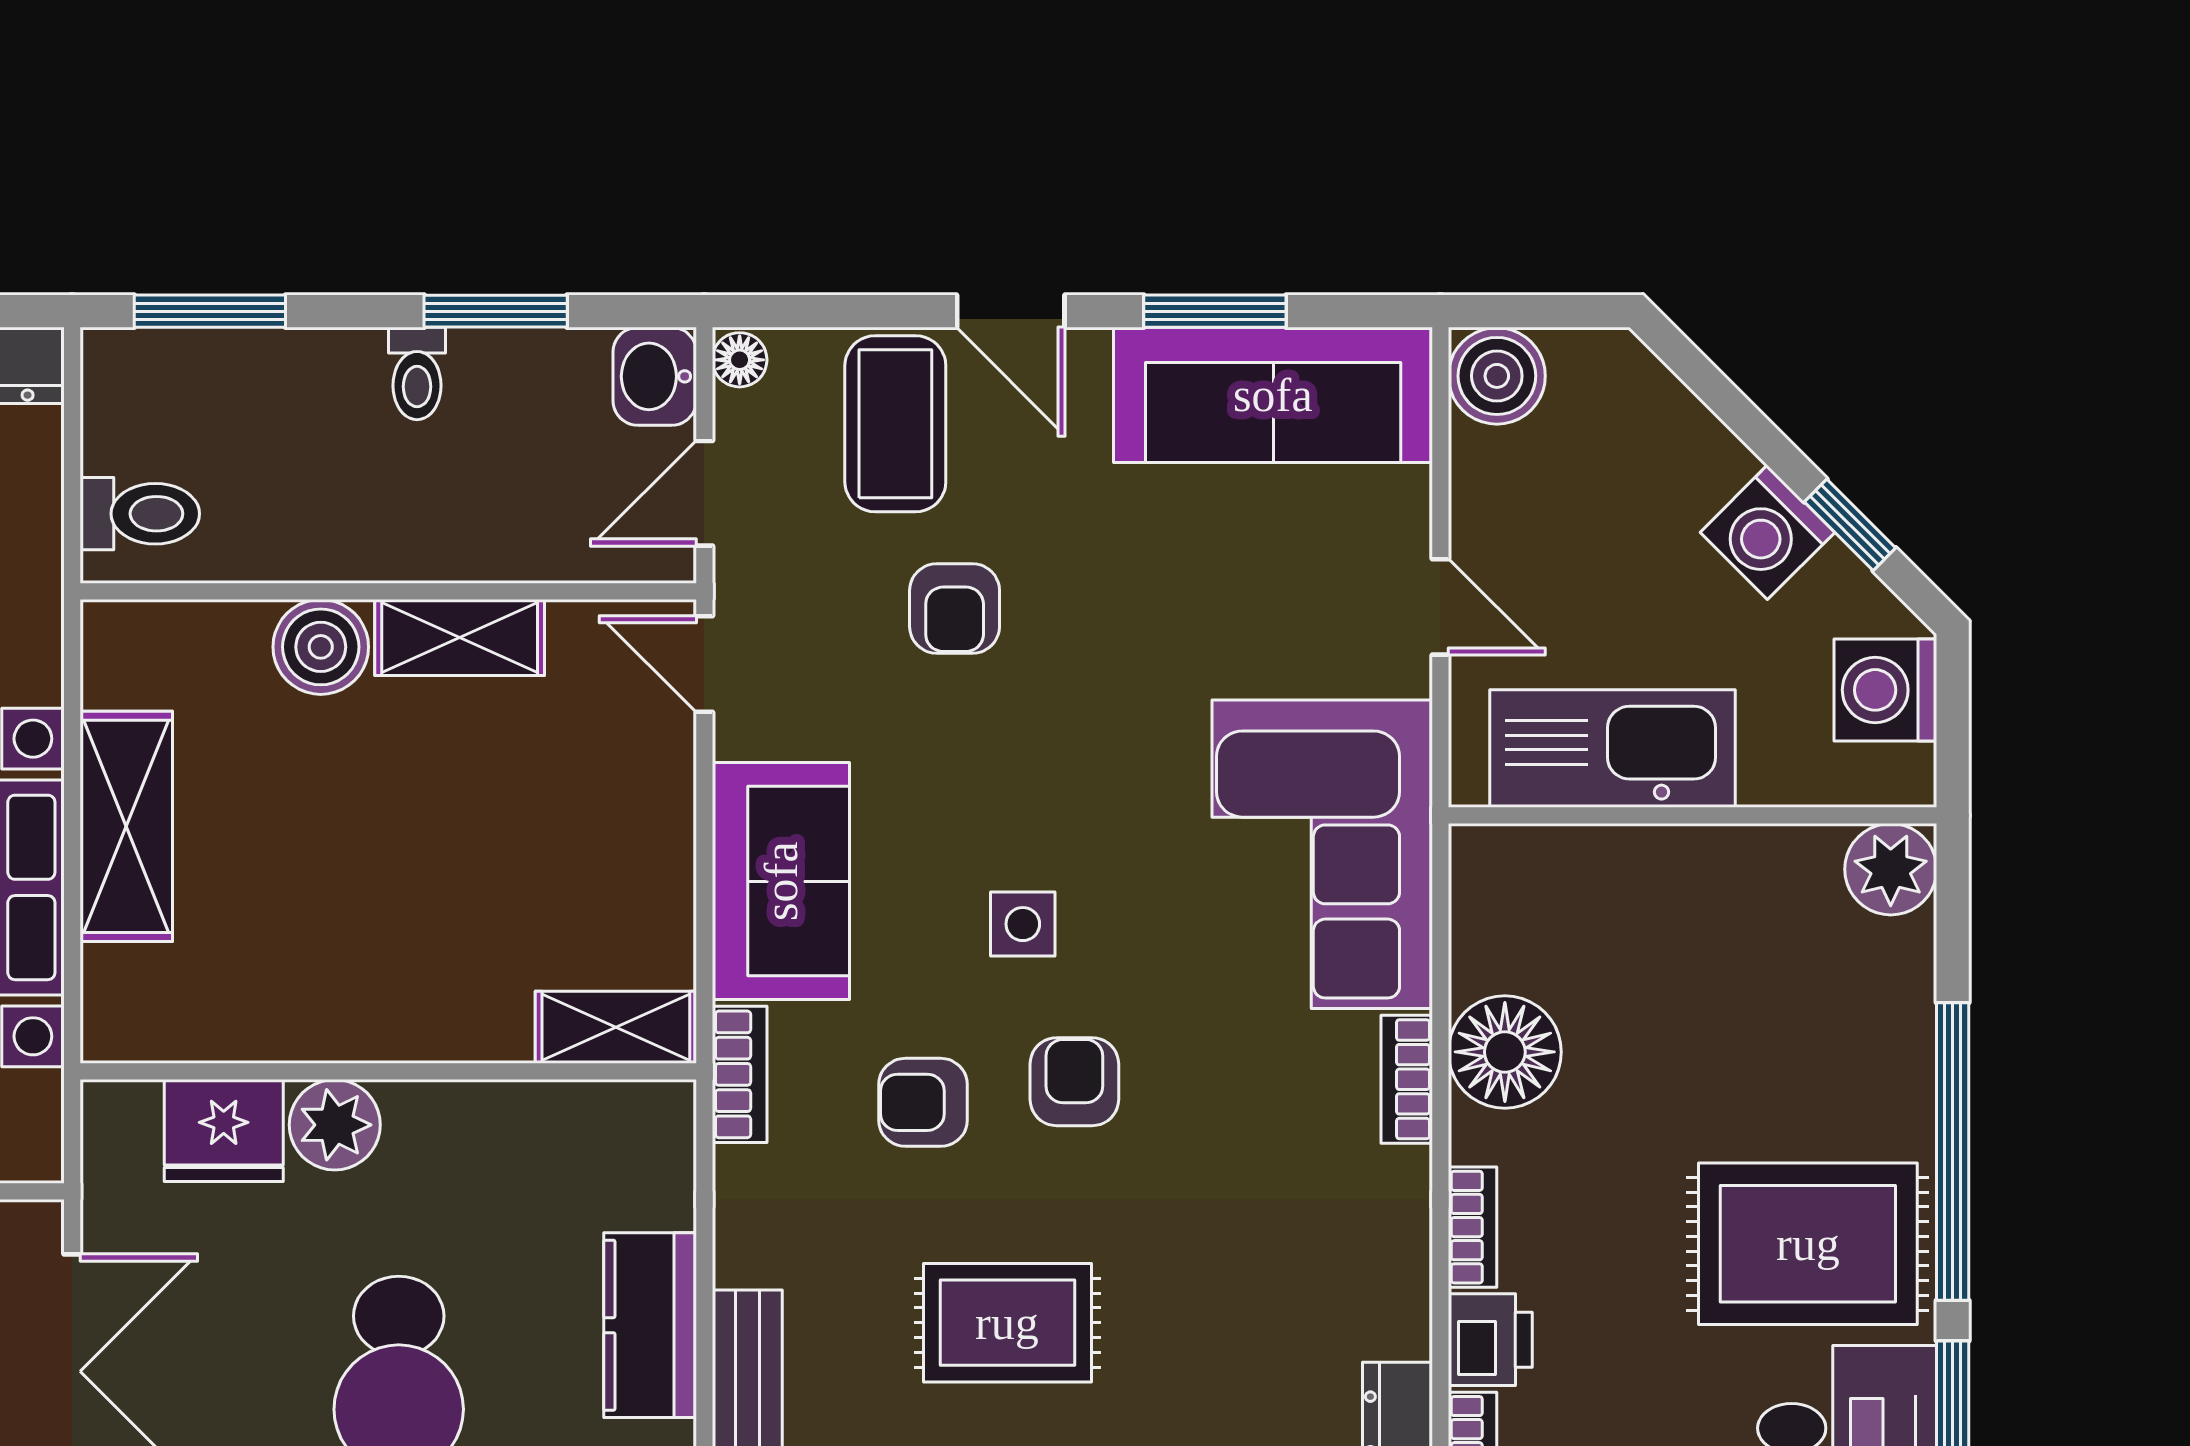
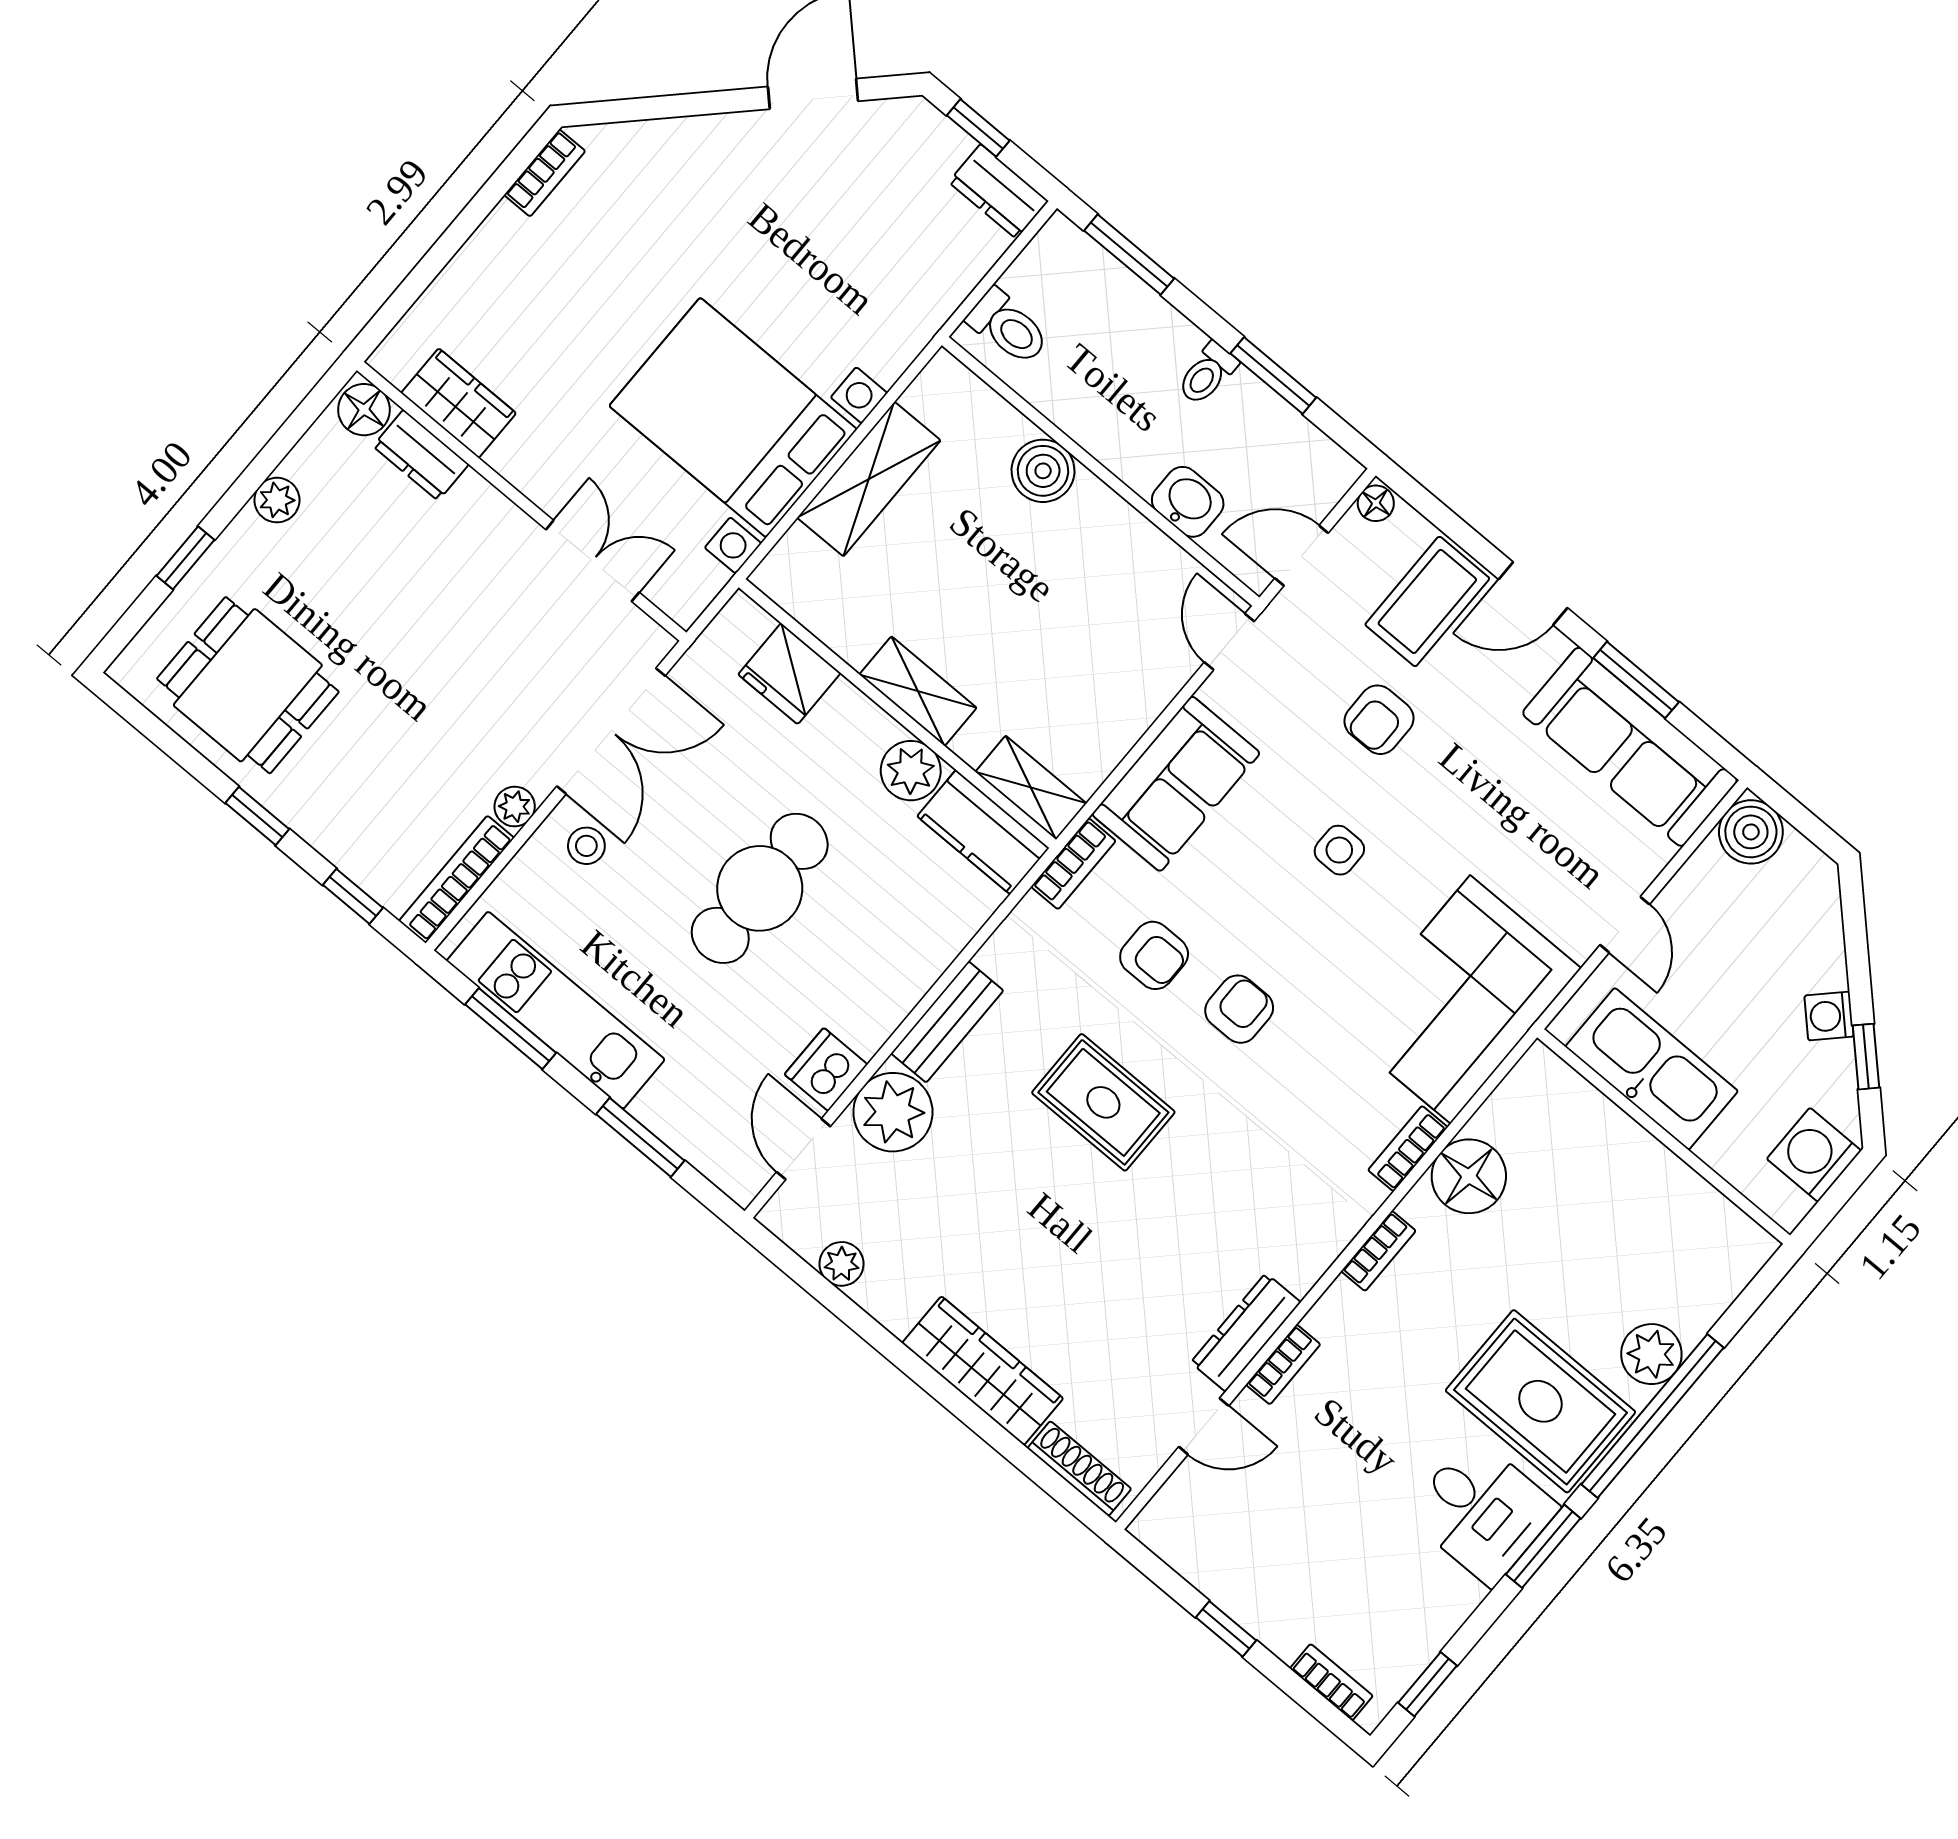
door: (1011, 311) -> (1533, 594), hinge flipped
washbasin: (655, 376) -> (1188, 502), moved, turned 90
washing machine: (1767, 532) -> (1829, 1016), width x0.73, depth x0.73
shelving: (460, 637) -> (918, 691), moved
plant: (1891, 869) -> (1651, 1354), moved
side table: (1023, 924) -> (1339, 850), moved
armchair: (923, 1102) -> (1154, 955), turned 180
plant: (335, 1125) -> (911, 771), moved
kitchen counter: (650, 1325) -> (983, 832), moved, turned -90
printer: (1490, 1340) -> (1340, 1315), removed

